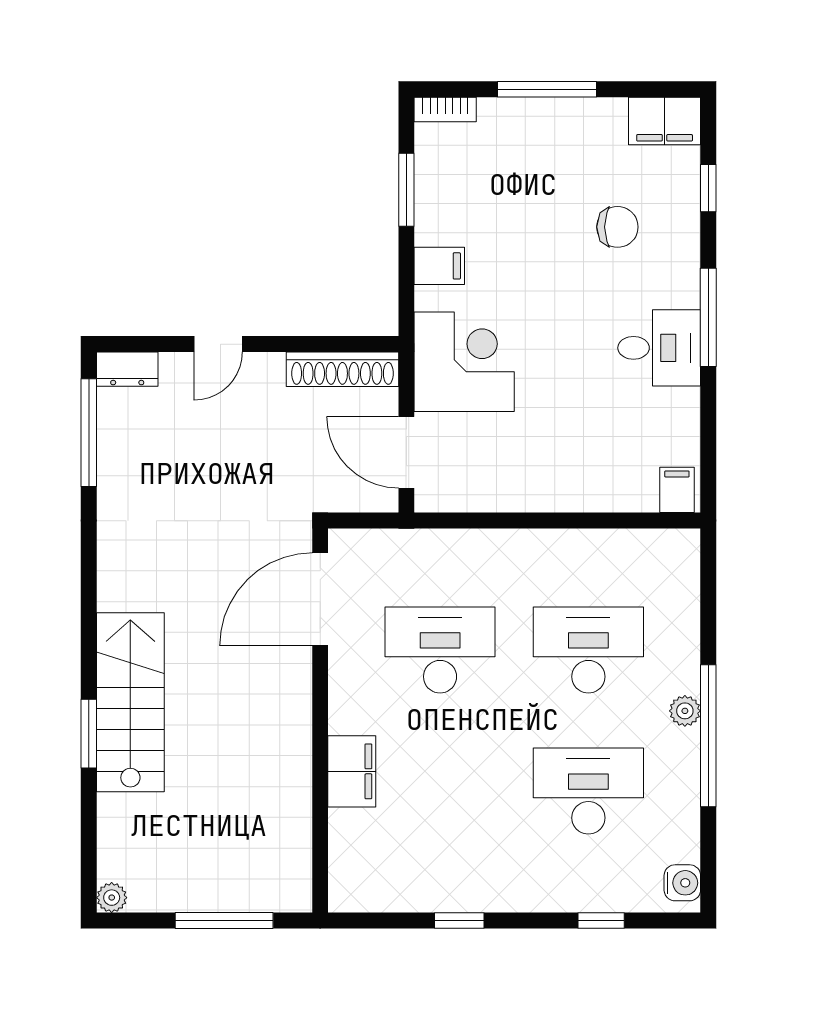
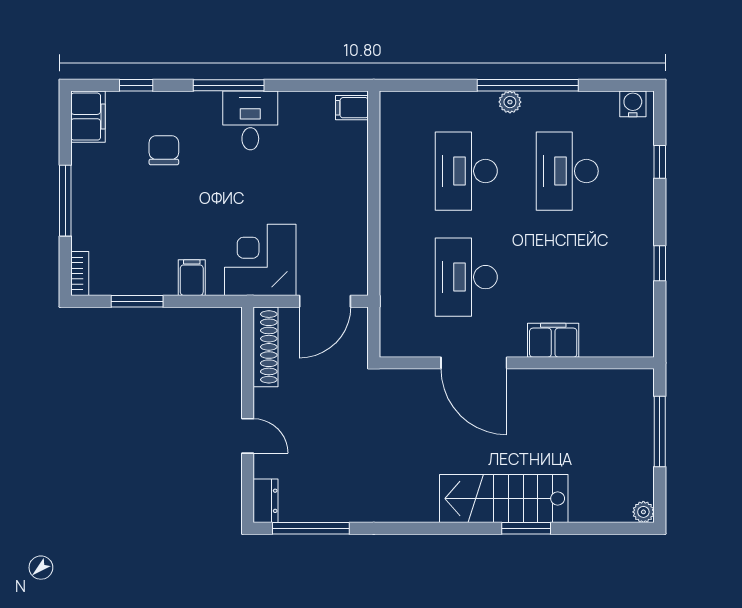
door: (320, 599) -> (474, 363), moved

